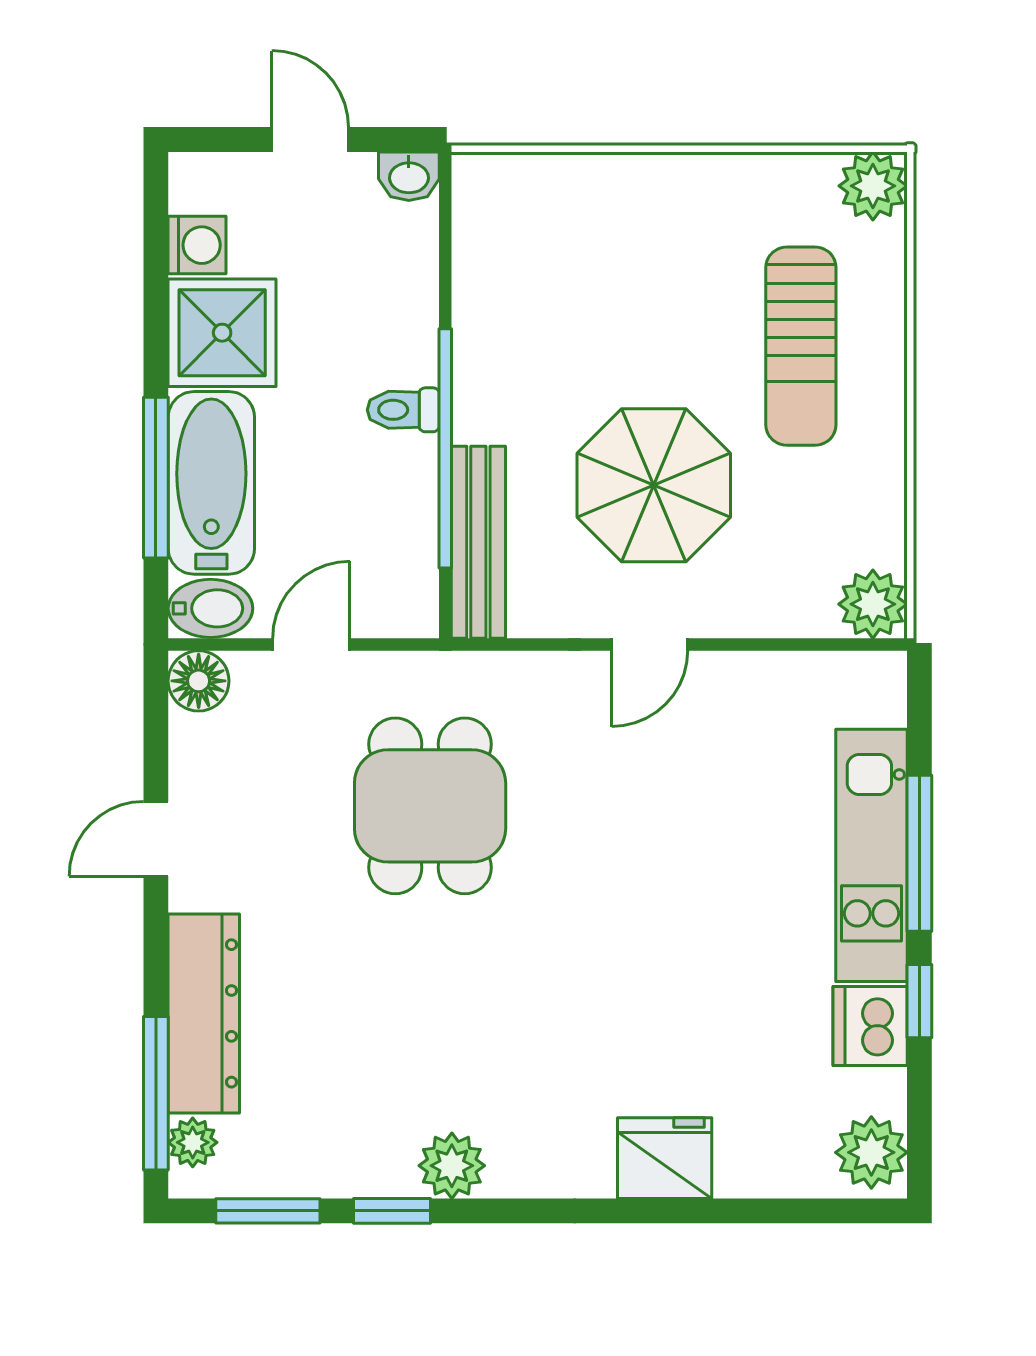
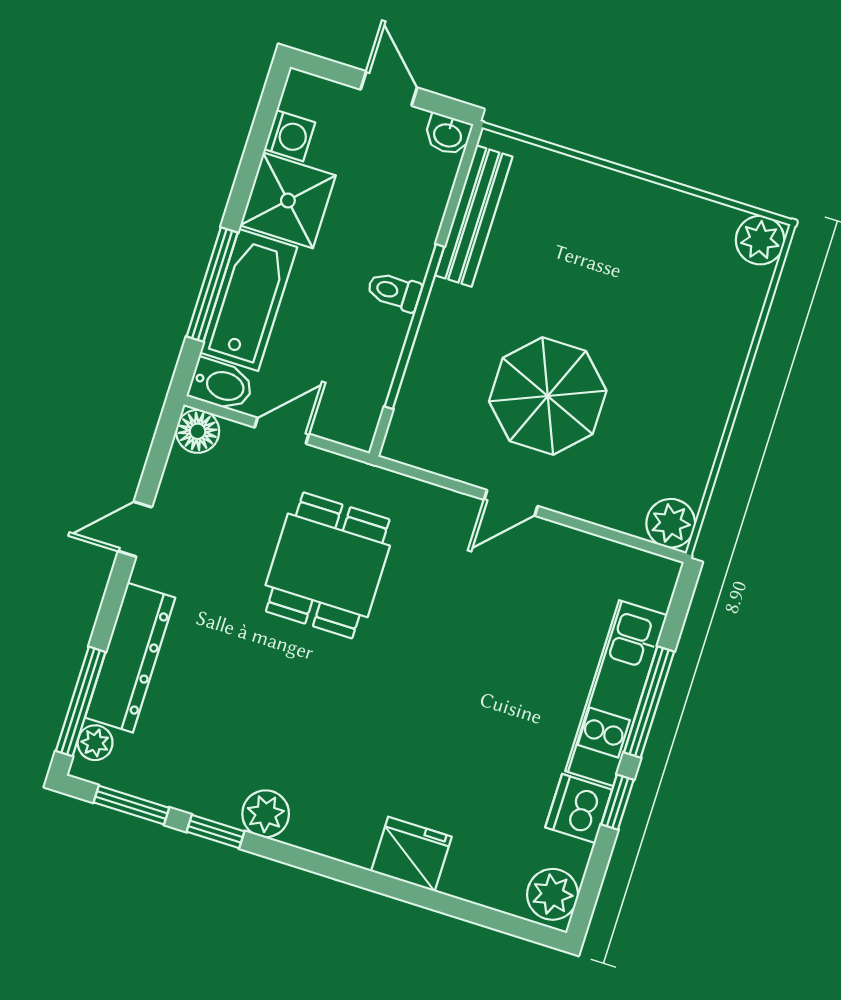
sun lounger: (801, 346) -> (677, 333), removed
bench: (478, 542) -> (474, 216), moved

